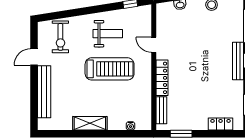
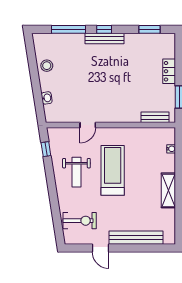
weight bench: (108, 34) -> (76, 172), turned 180
locker: (162, 78) -> (122, 116), removed
locker: (221, 124) -> (169, 71), moved

